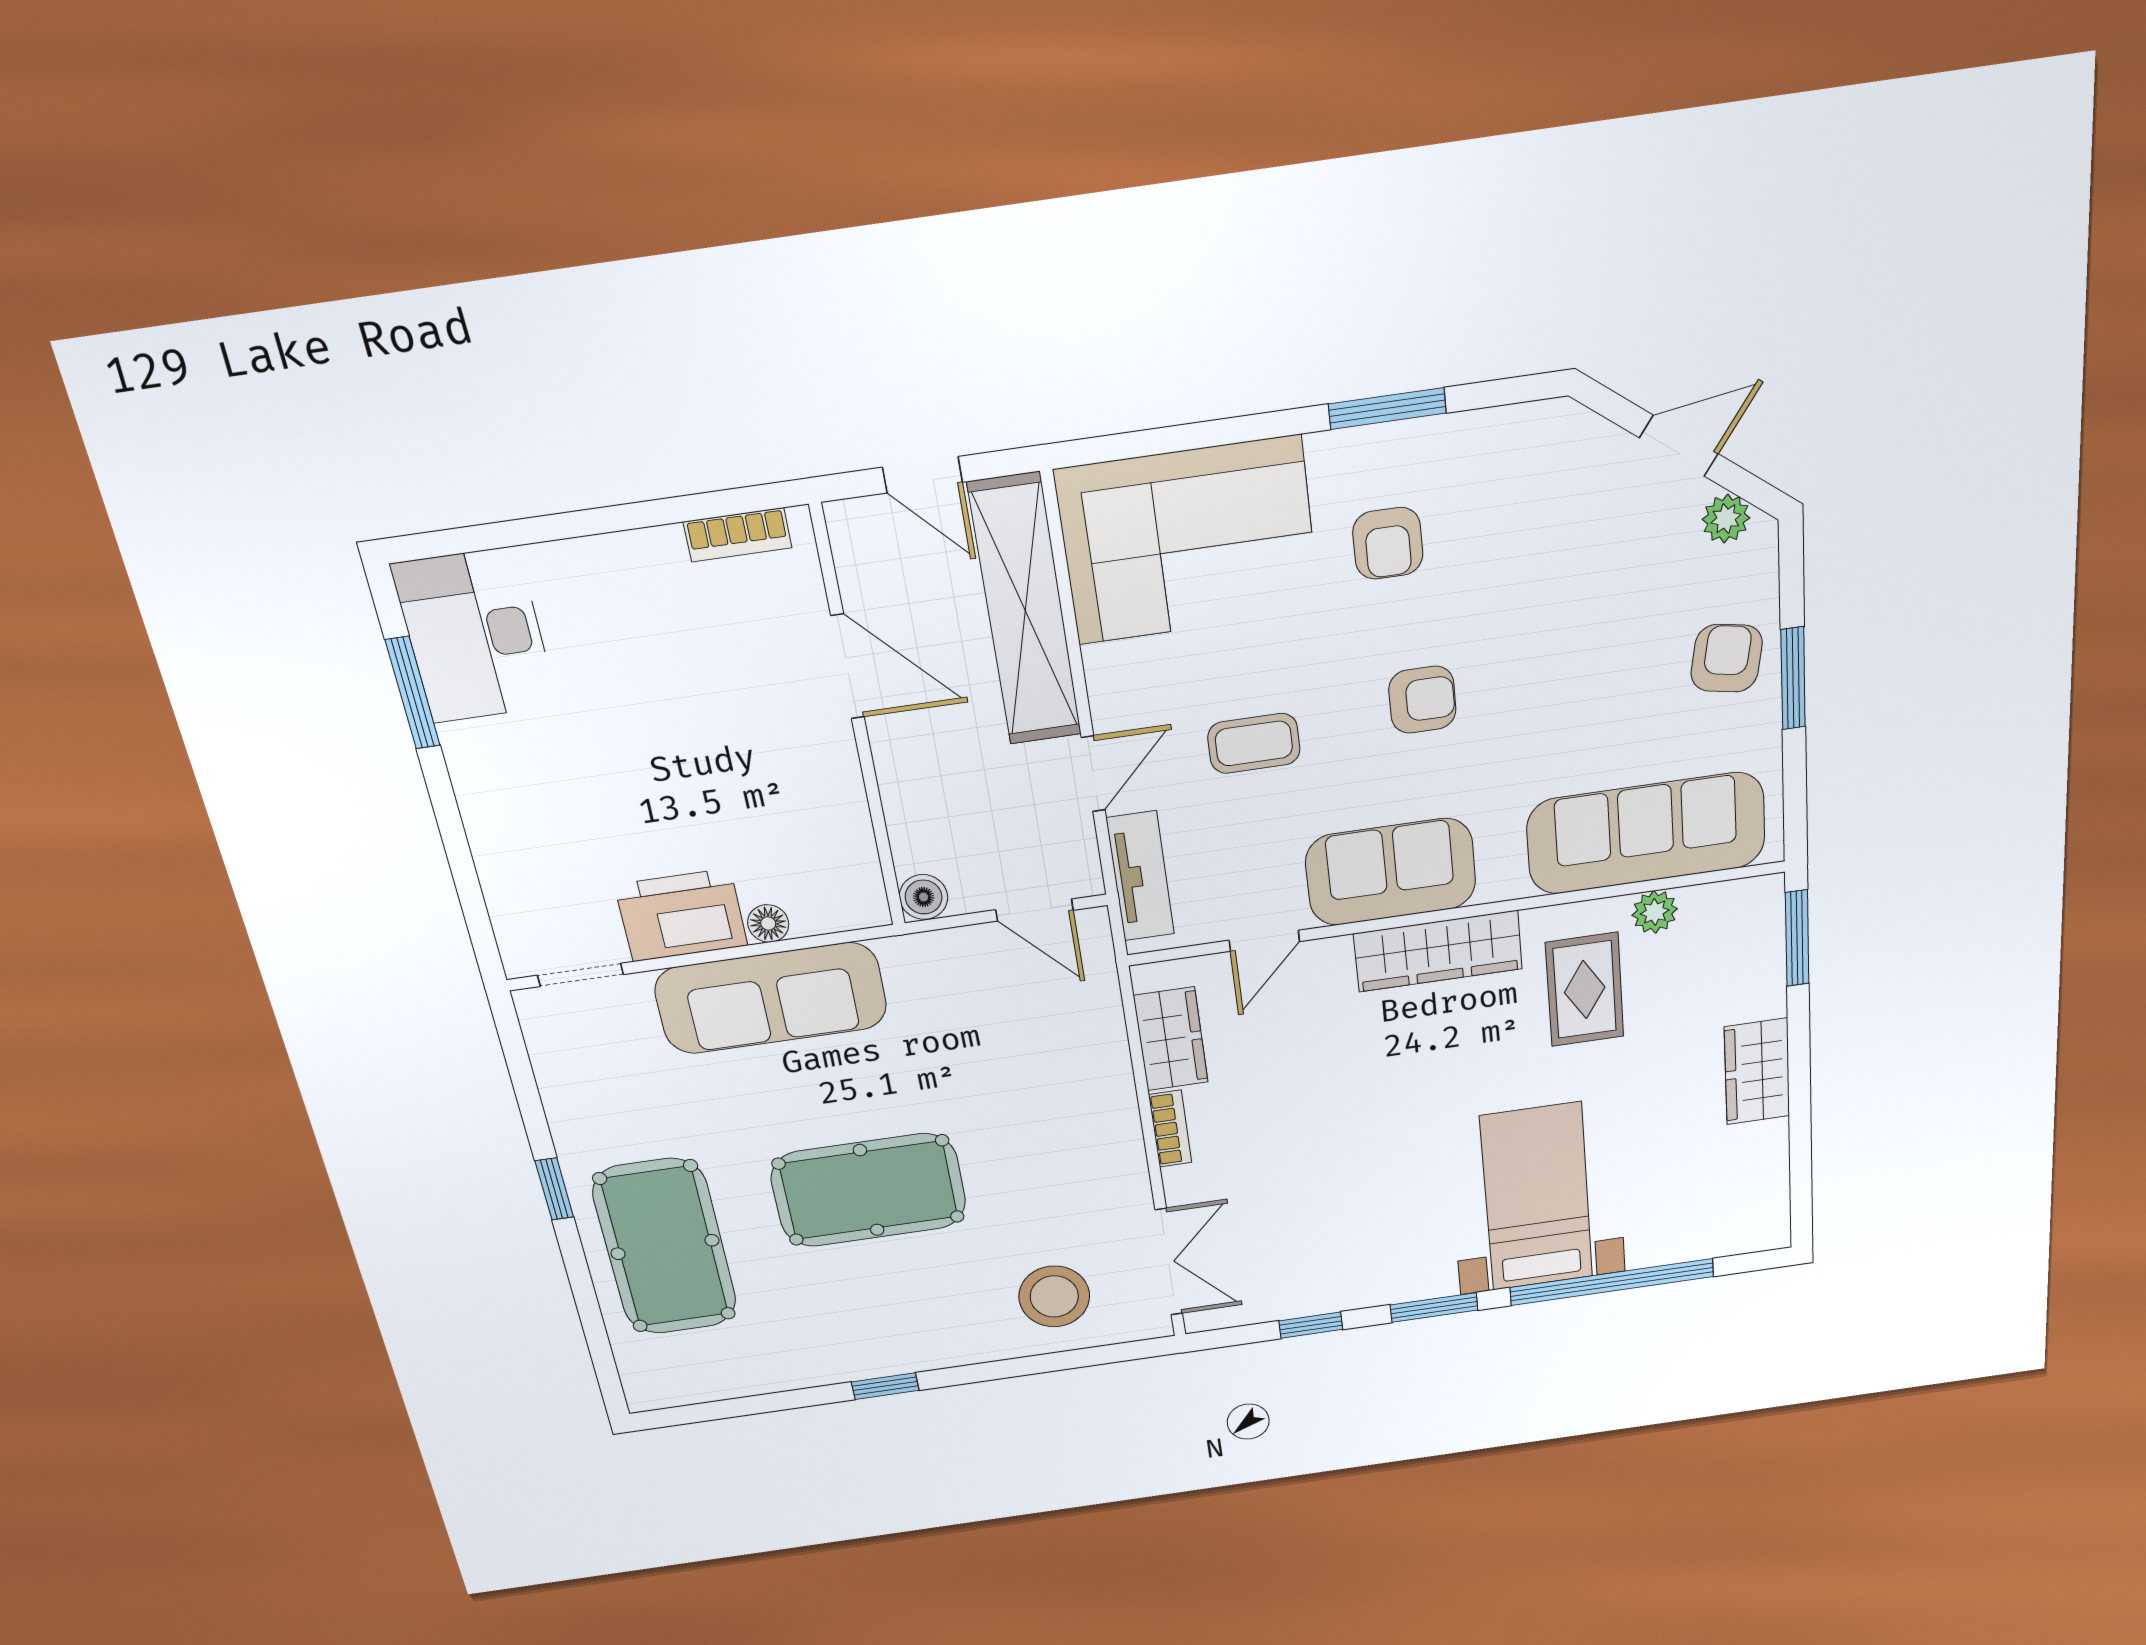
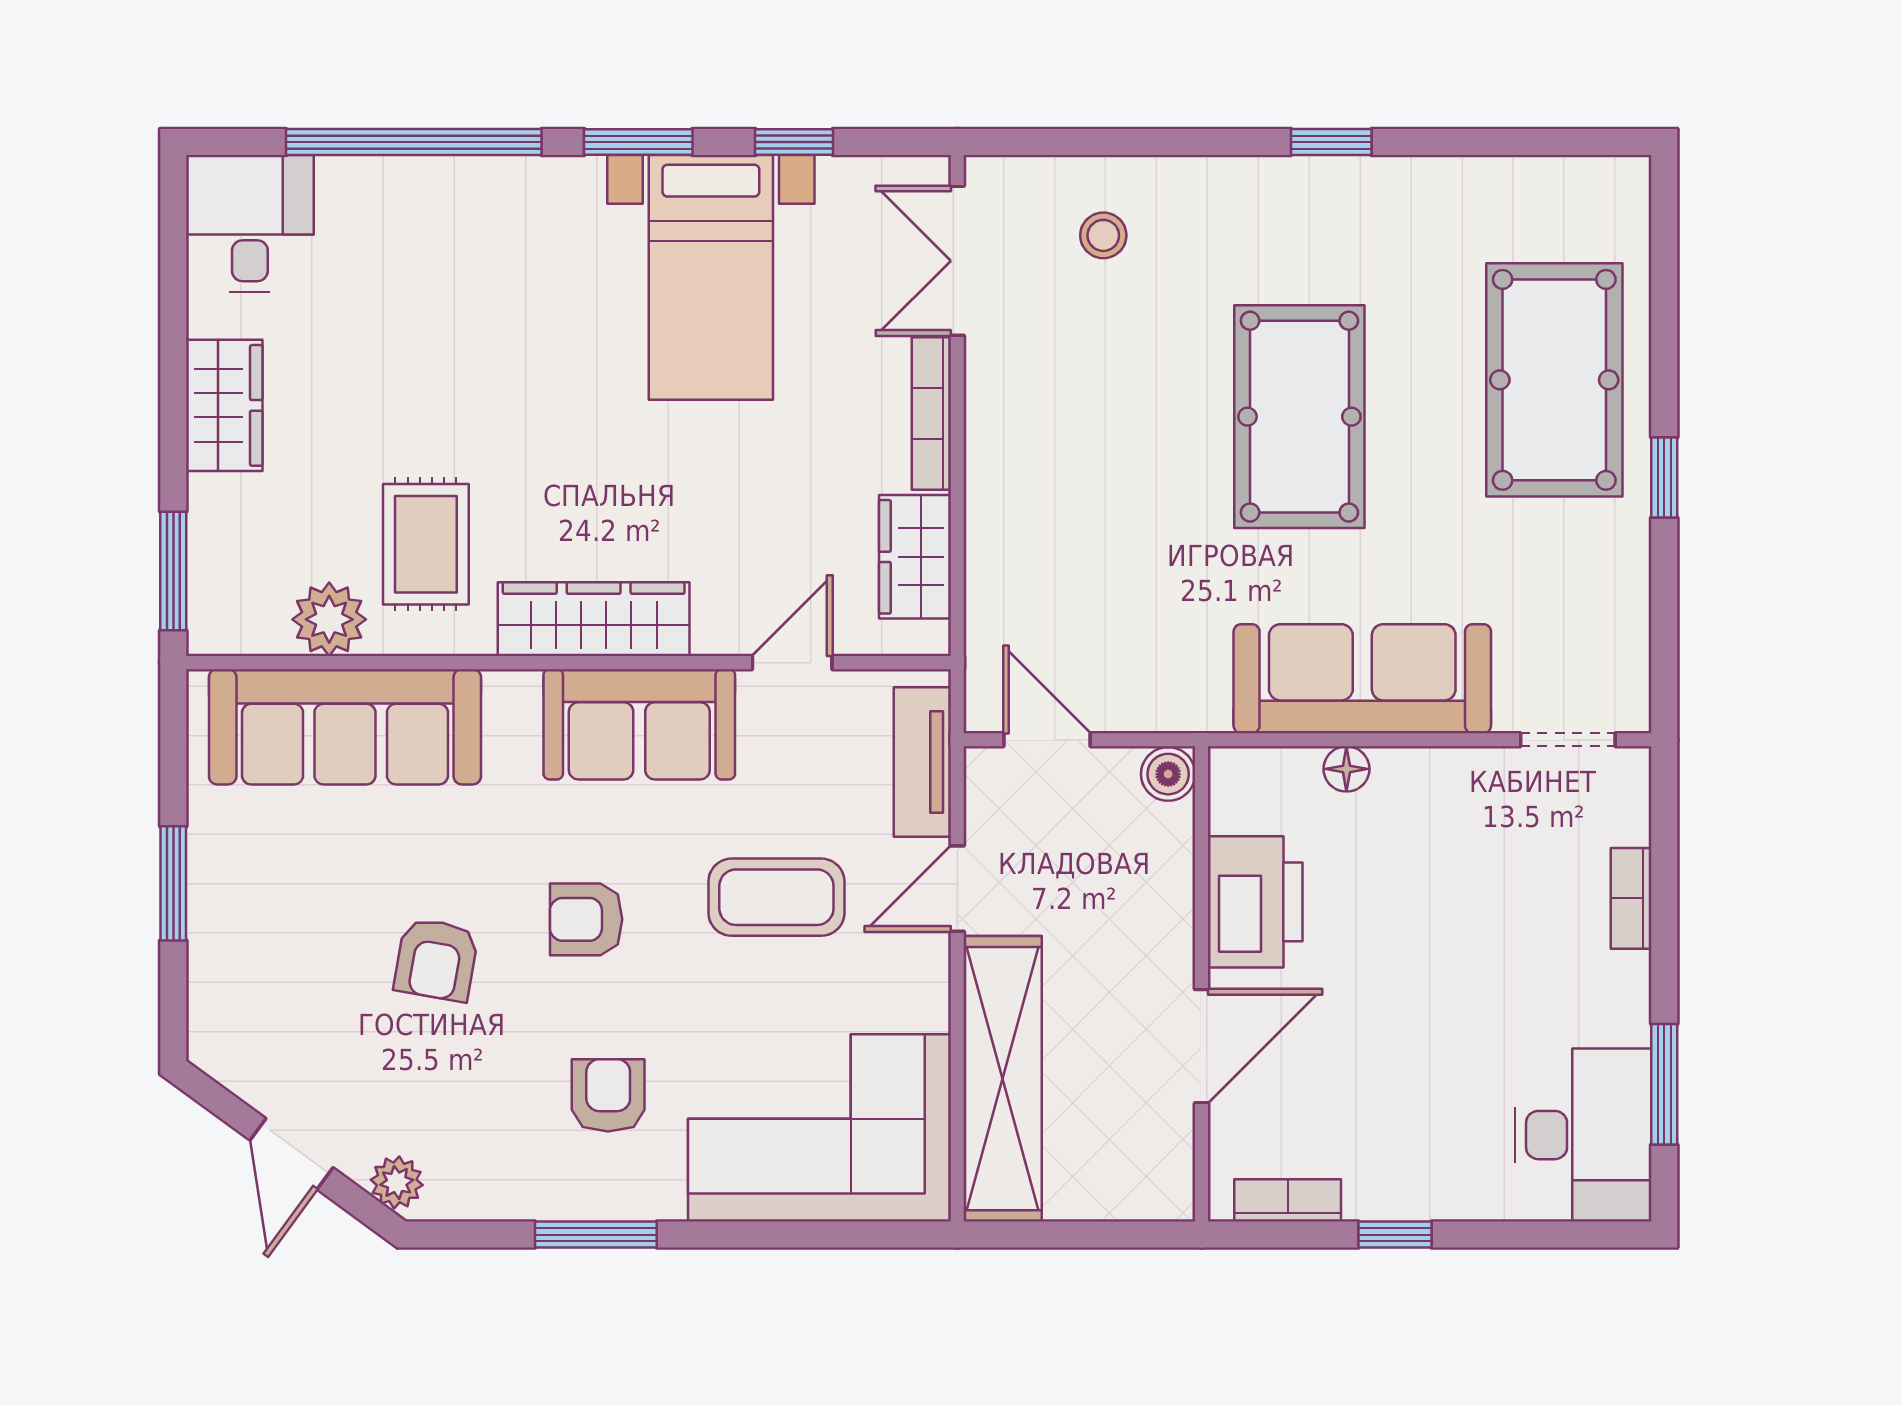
door: (1679, 446) -> (291, 1154), hinge flipped
door: (923, 475) -> (1086, 1235), removed
window: (629, 517) -> (1395, 1235), added
plant: (1726, 519) -> (397, 1182), moved
armchair: (1727, 658) -> (436, 960), moved
door: (848, 667) -> (1201, 1046), swing flipped
coffee table: (1254, 743) -> (776, 897), width x1.36, depth x1.30
bookcase: (489, 852) -> (1631, 898), added
plant: (1655, 912) -> (329, 619), width x1.38, depth x1.38
printer: (681, 915) -> (1255, 902), moved, turned -90
bookcase: (1170, 1129) -> (931, 413), width x1.56
pool table: (869, 1190) -> (1299, 417), turned 90
bed with nightstands: (1537, 1197) -> (711, 277), moved
desk: (1740, 1207) -> (250, 224), added
stool: (1054, 1296) -> (1103, 235), width x0.53, depth x0.53

